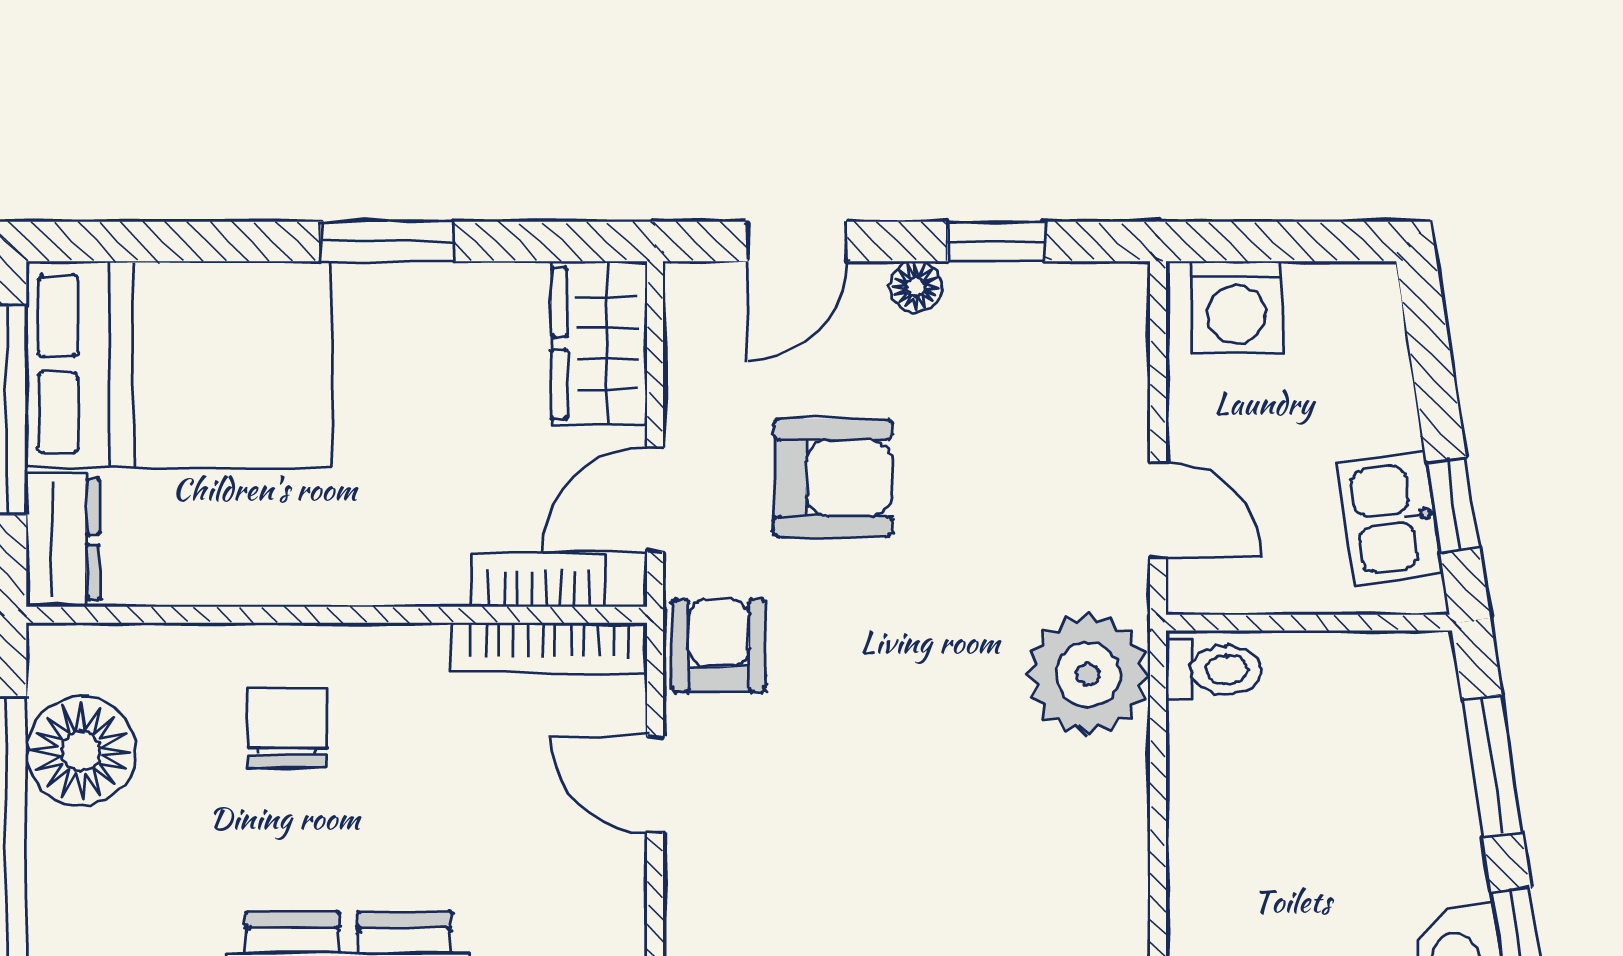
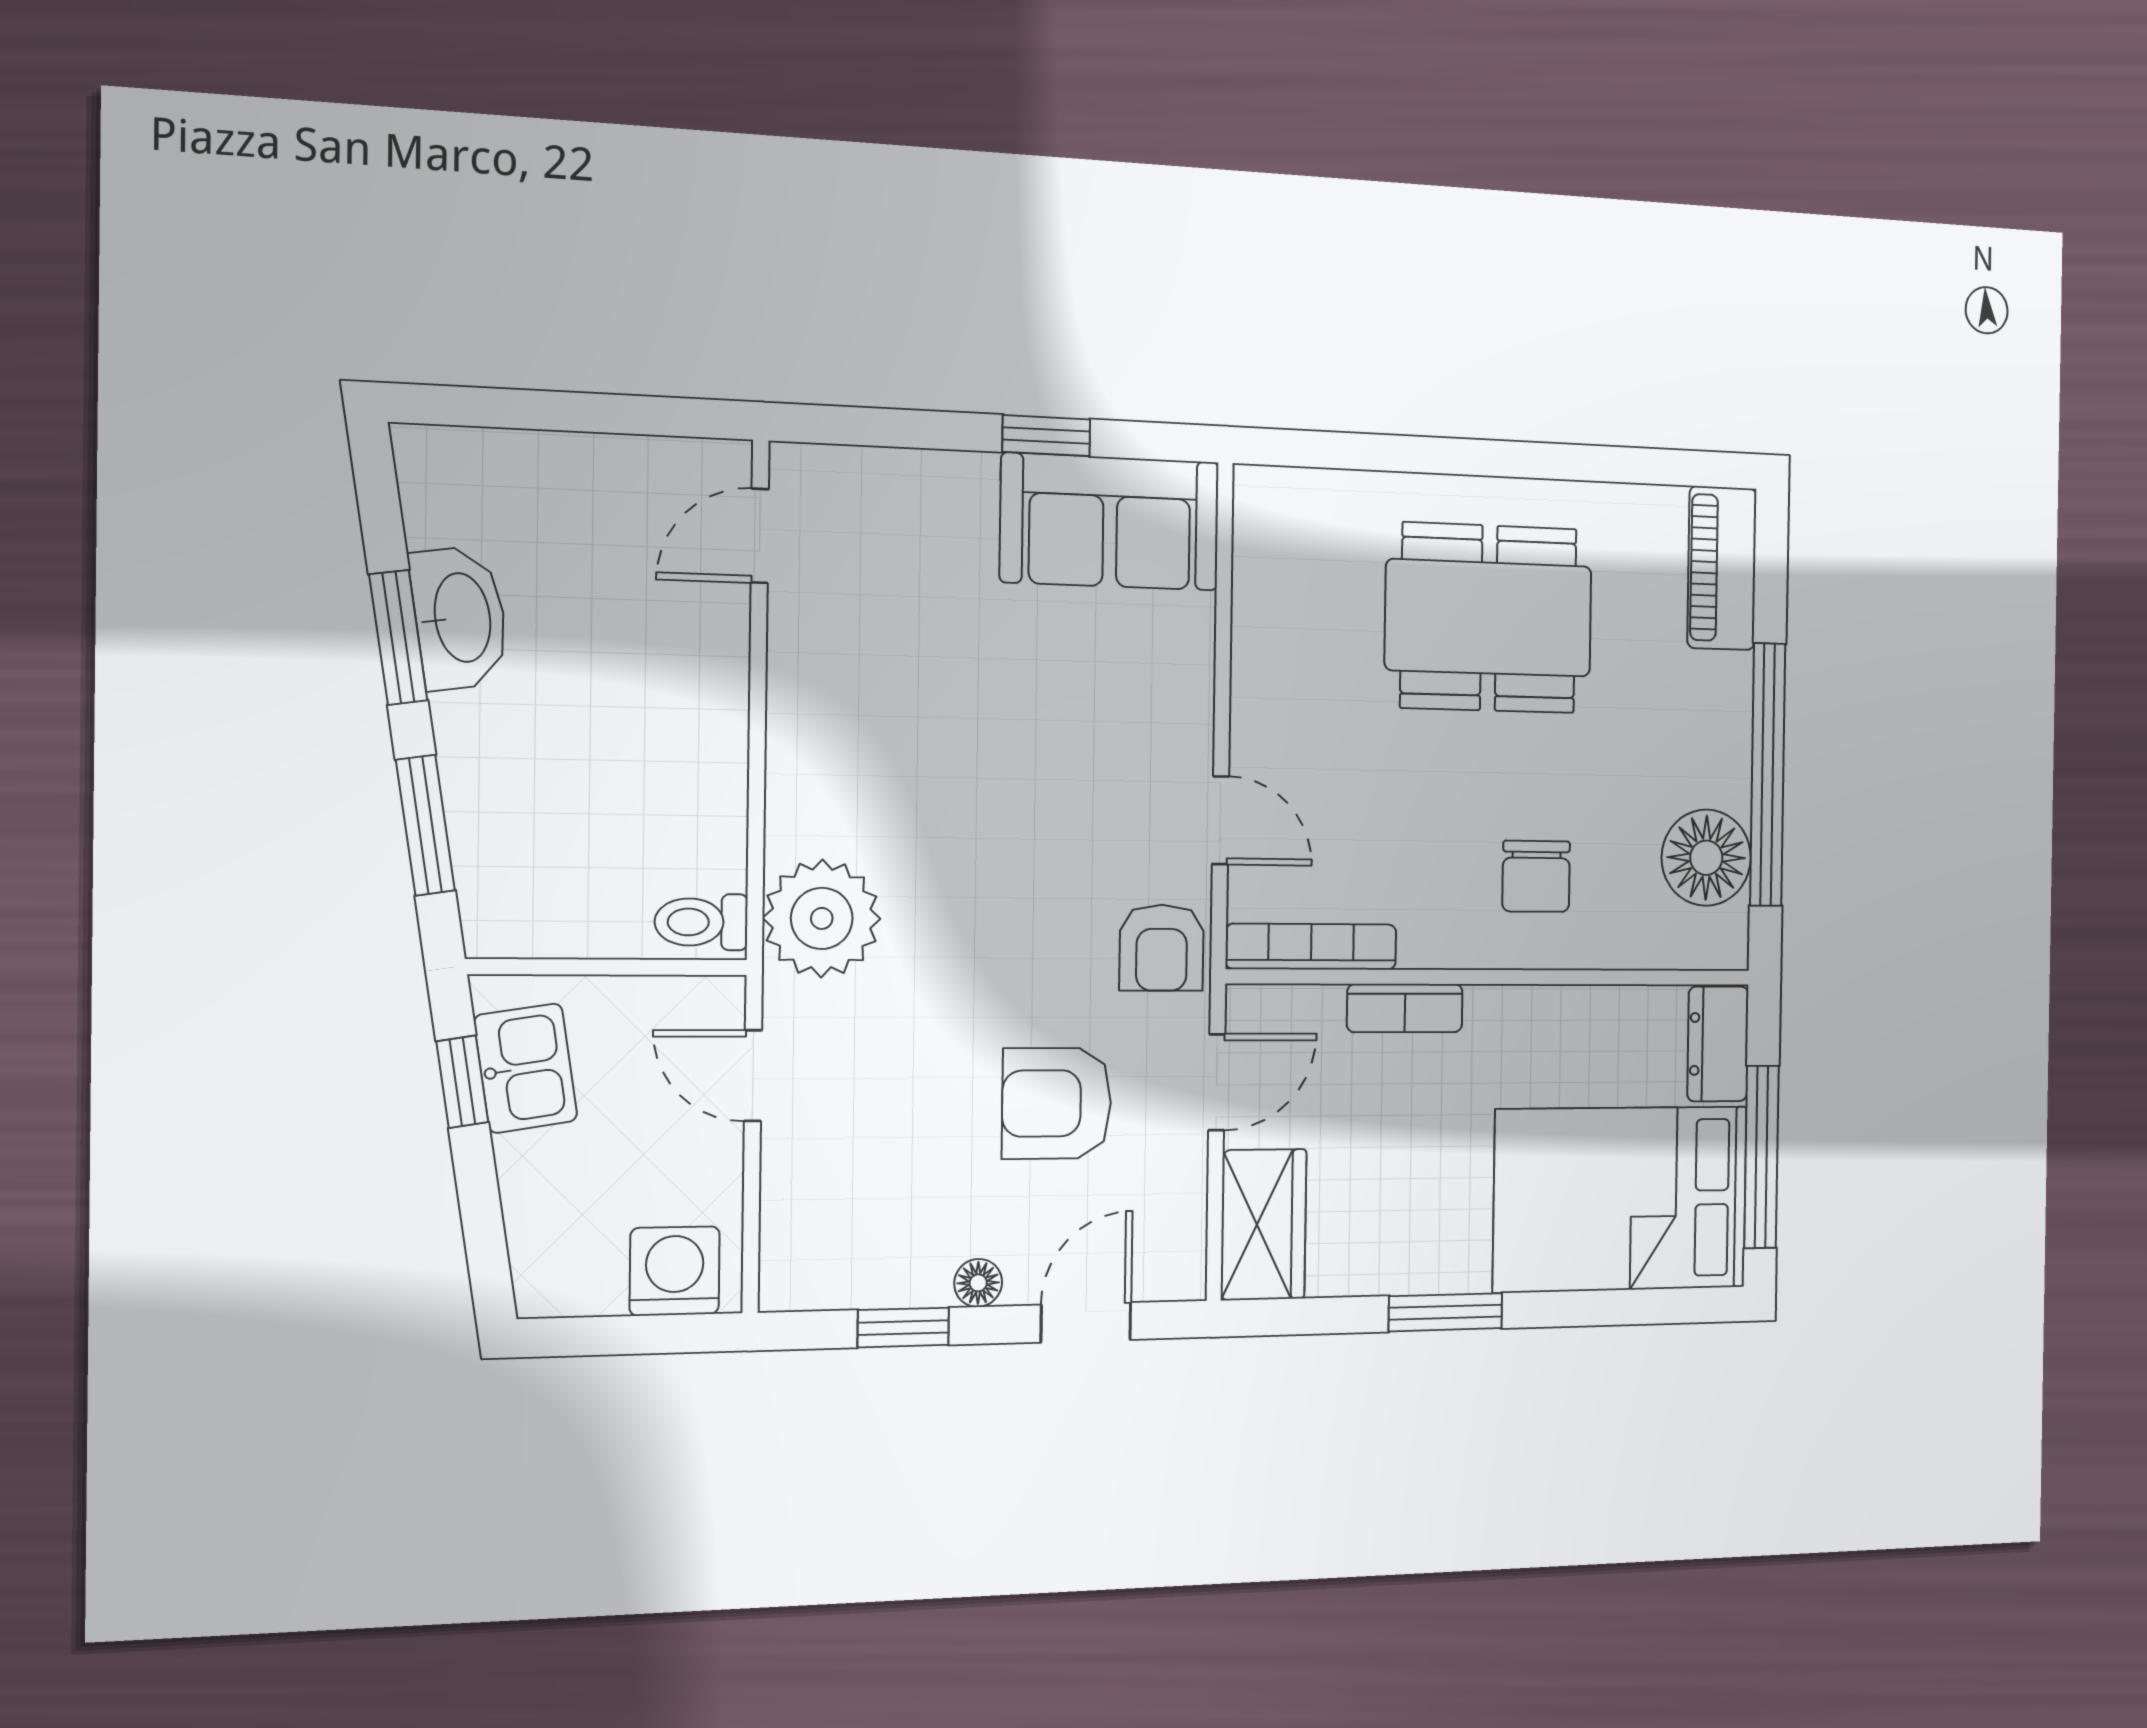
bookcase: (539, 580) -> (1405, 1008), moved

